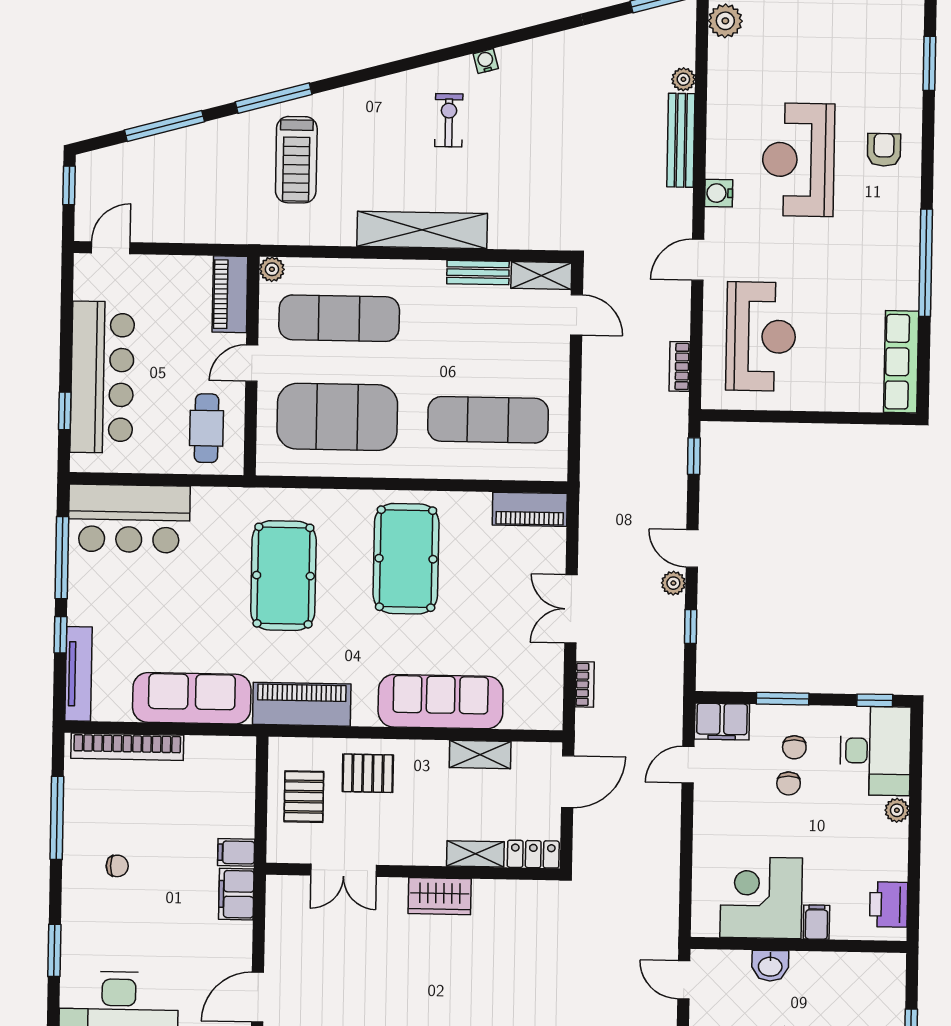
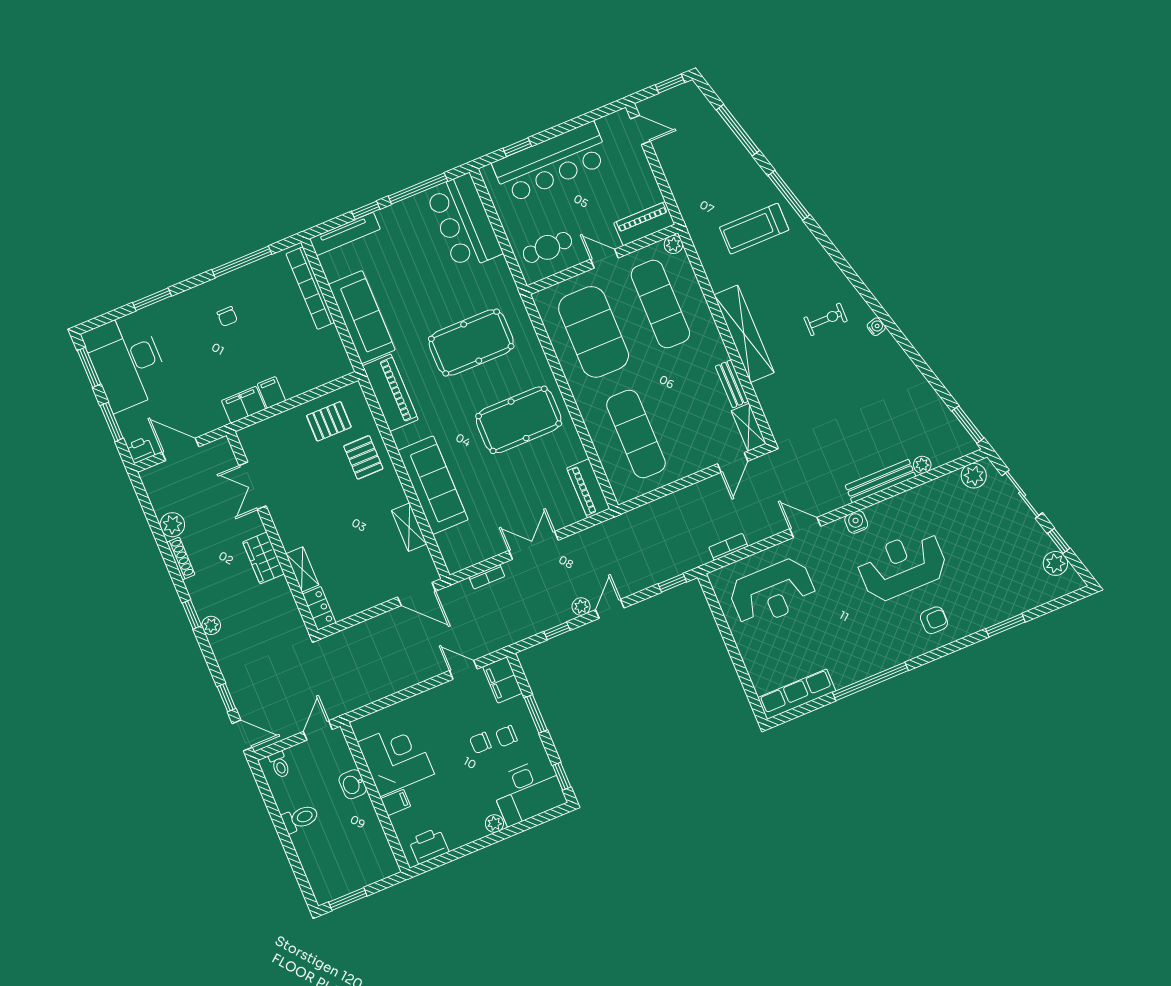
shelving: (475, 854) -> (302, 569), moved
locker: (533, 854) -> (319, 608), moved
double door: (344, 870) -> (253, 486), moved
wall: (413, 871) -> (272, 533), moved
wardrobe: (440, 896) -> (263, 558), moved

